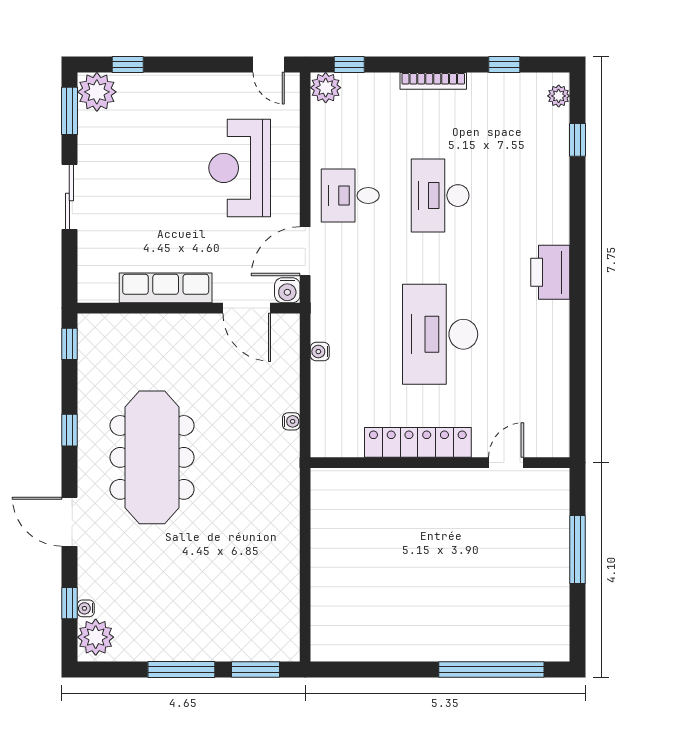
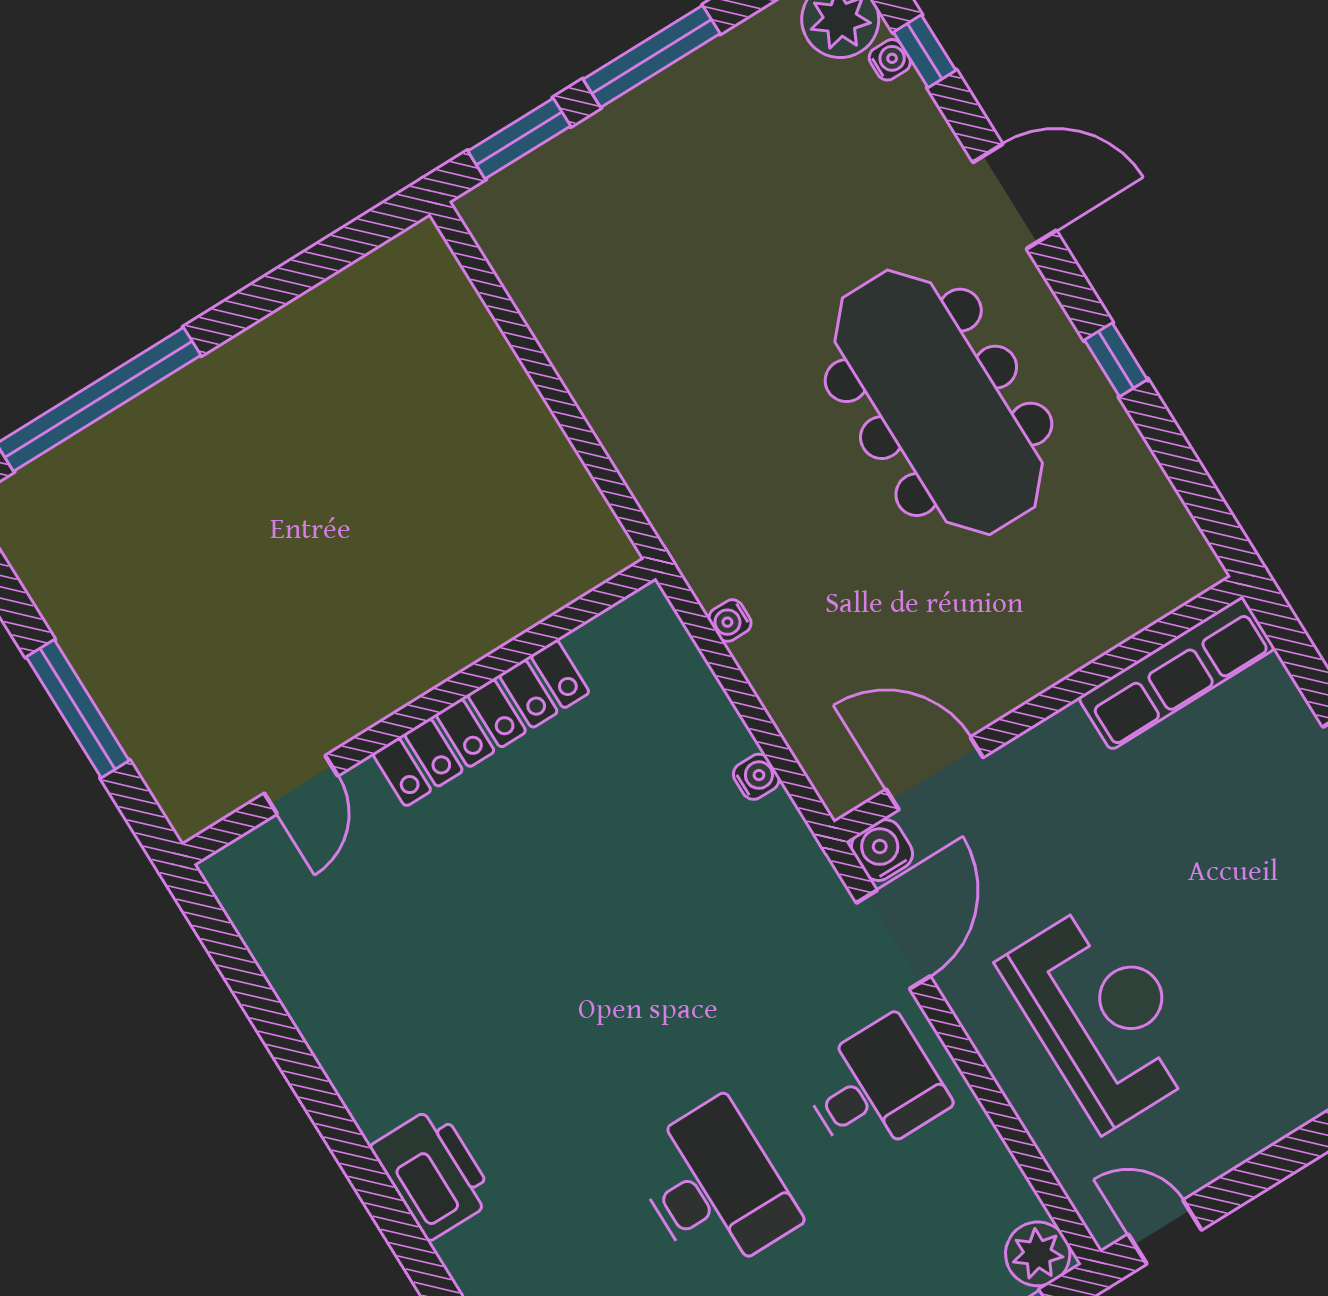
row of seats: (166, 288) -> (1177, 673), moved
desk: (440, 334) -> (561, 941), removed
window: (69, 344) -> (1211, 514), removed

